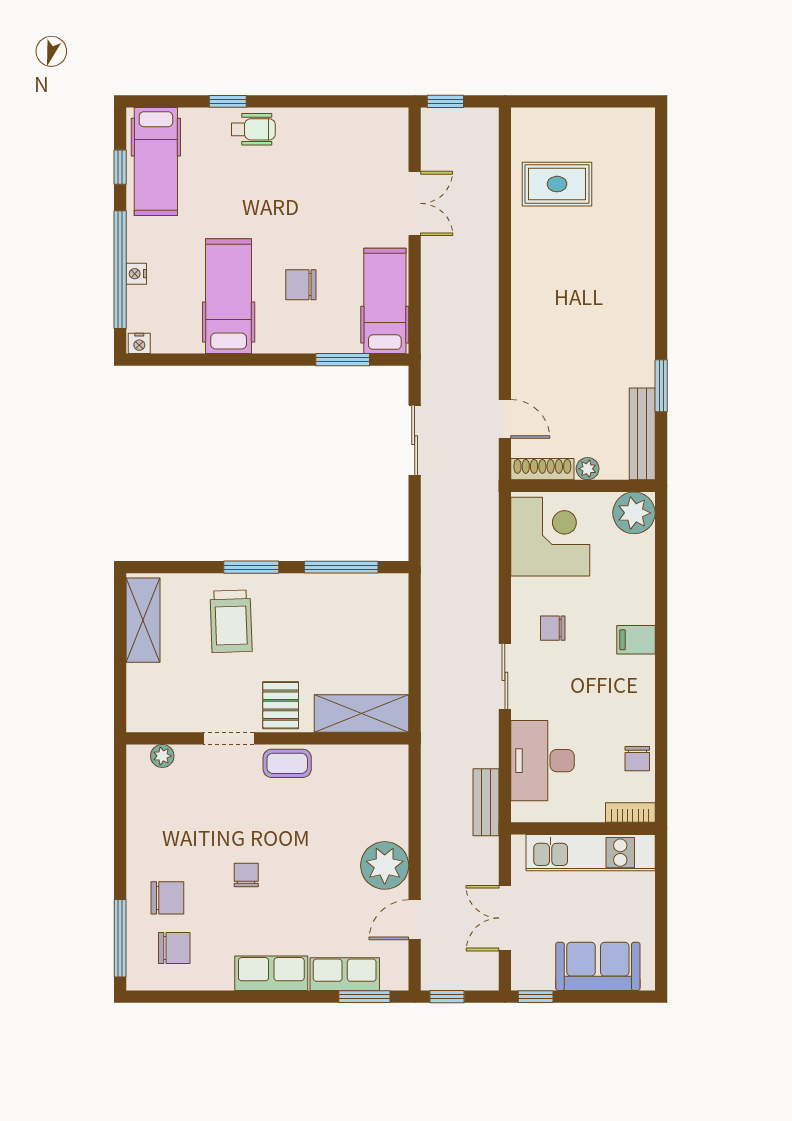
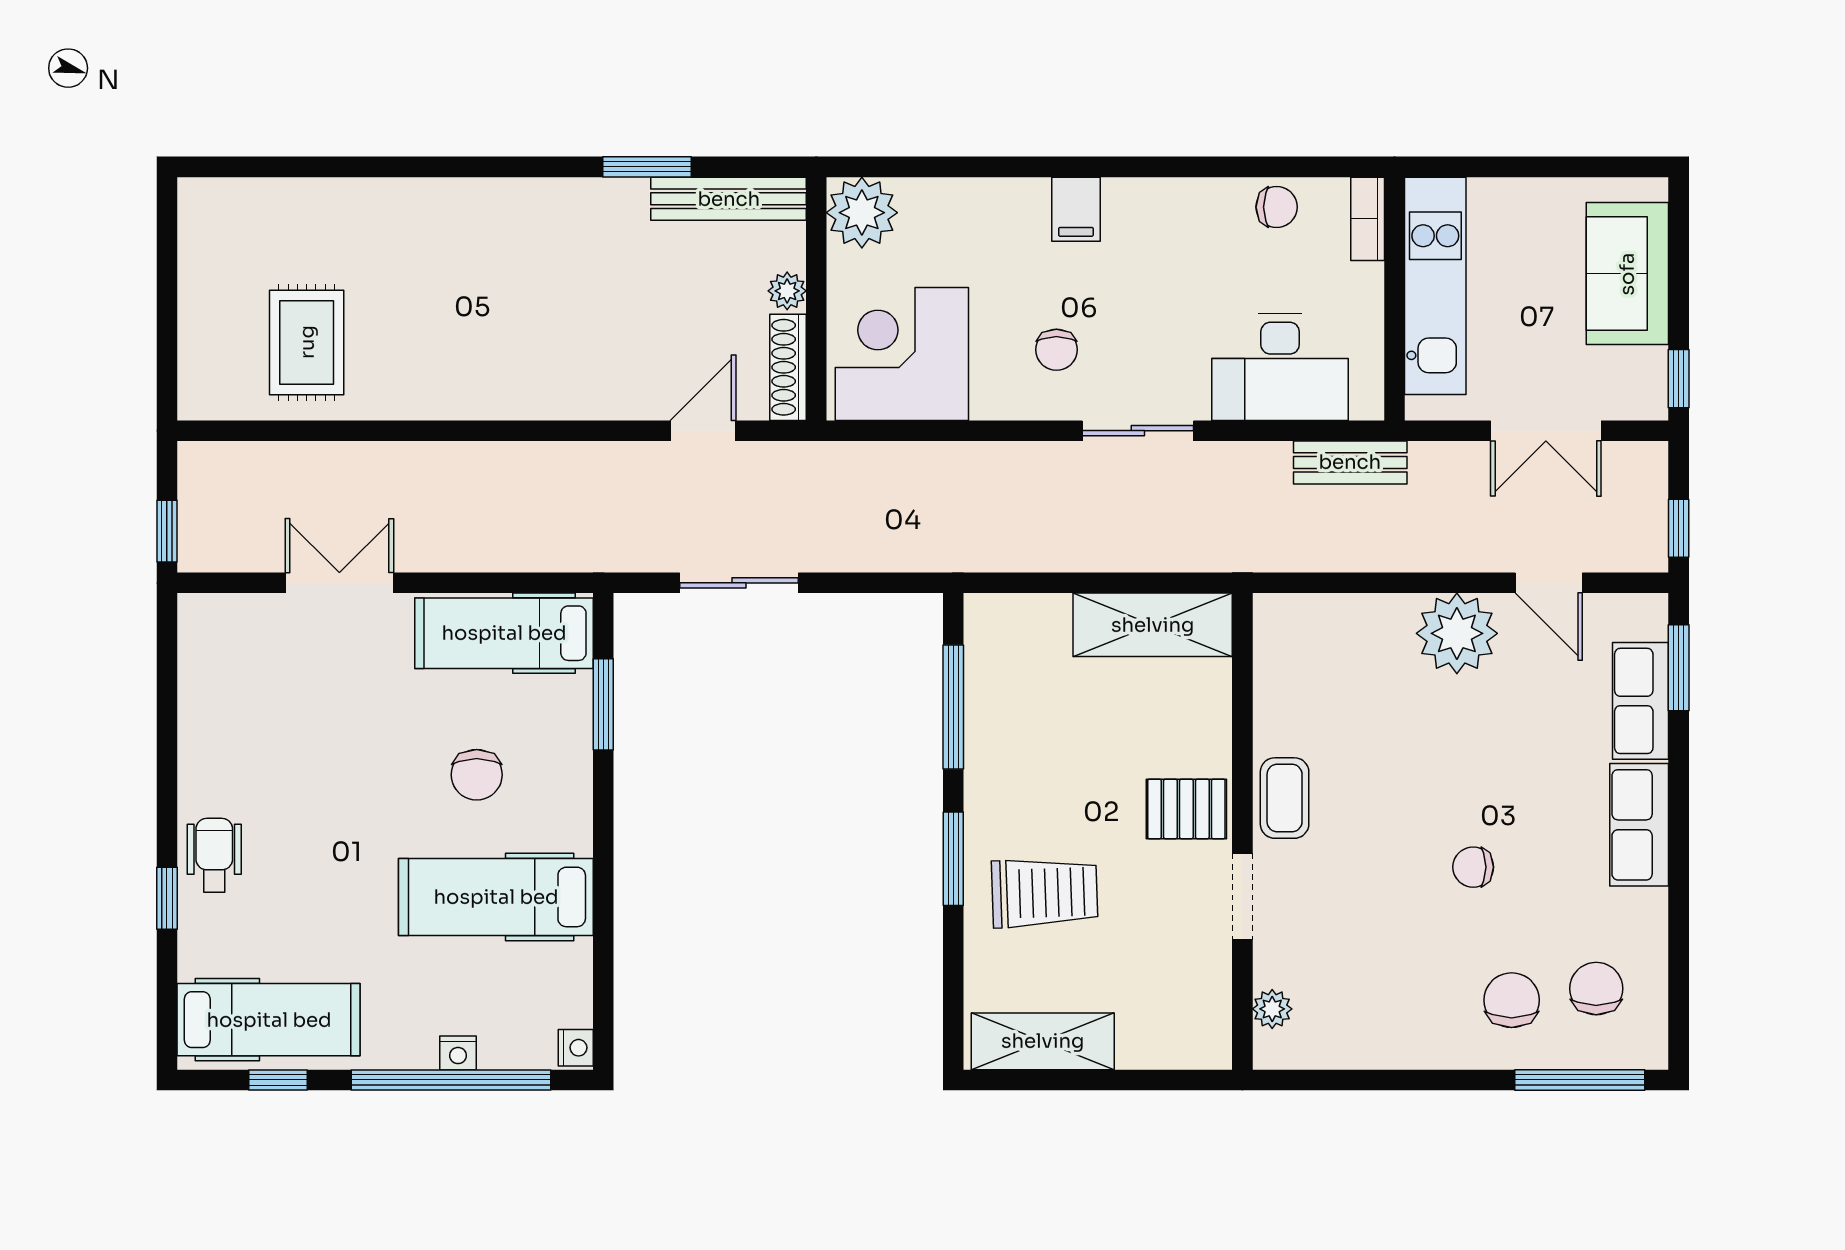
shelving: (362, 713) -> (1153, 625), moved, turned 90

